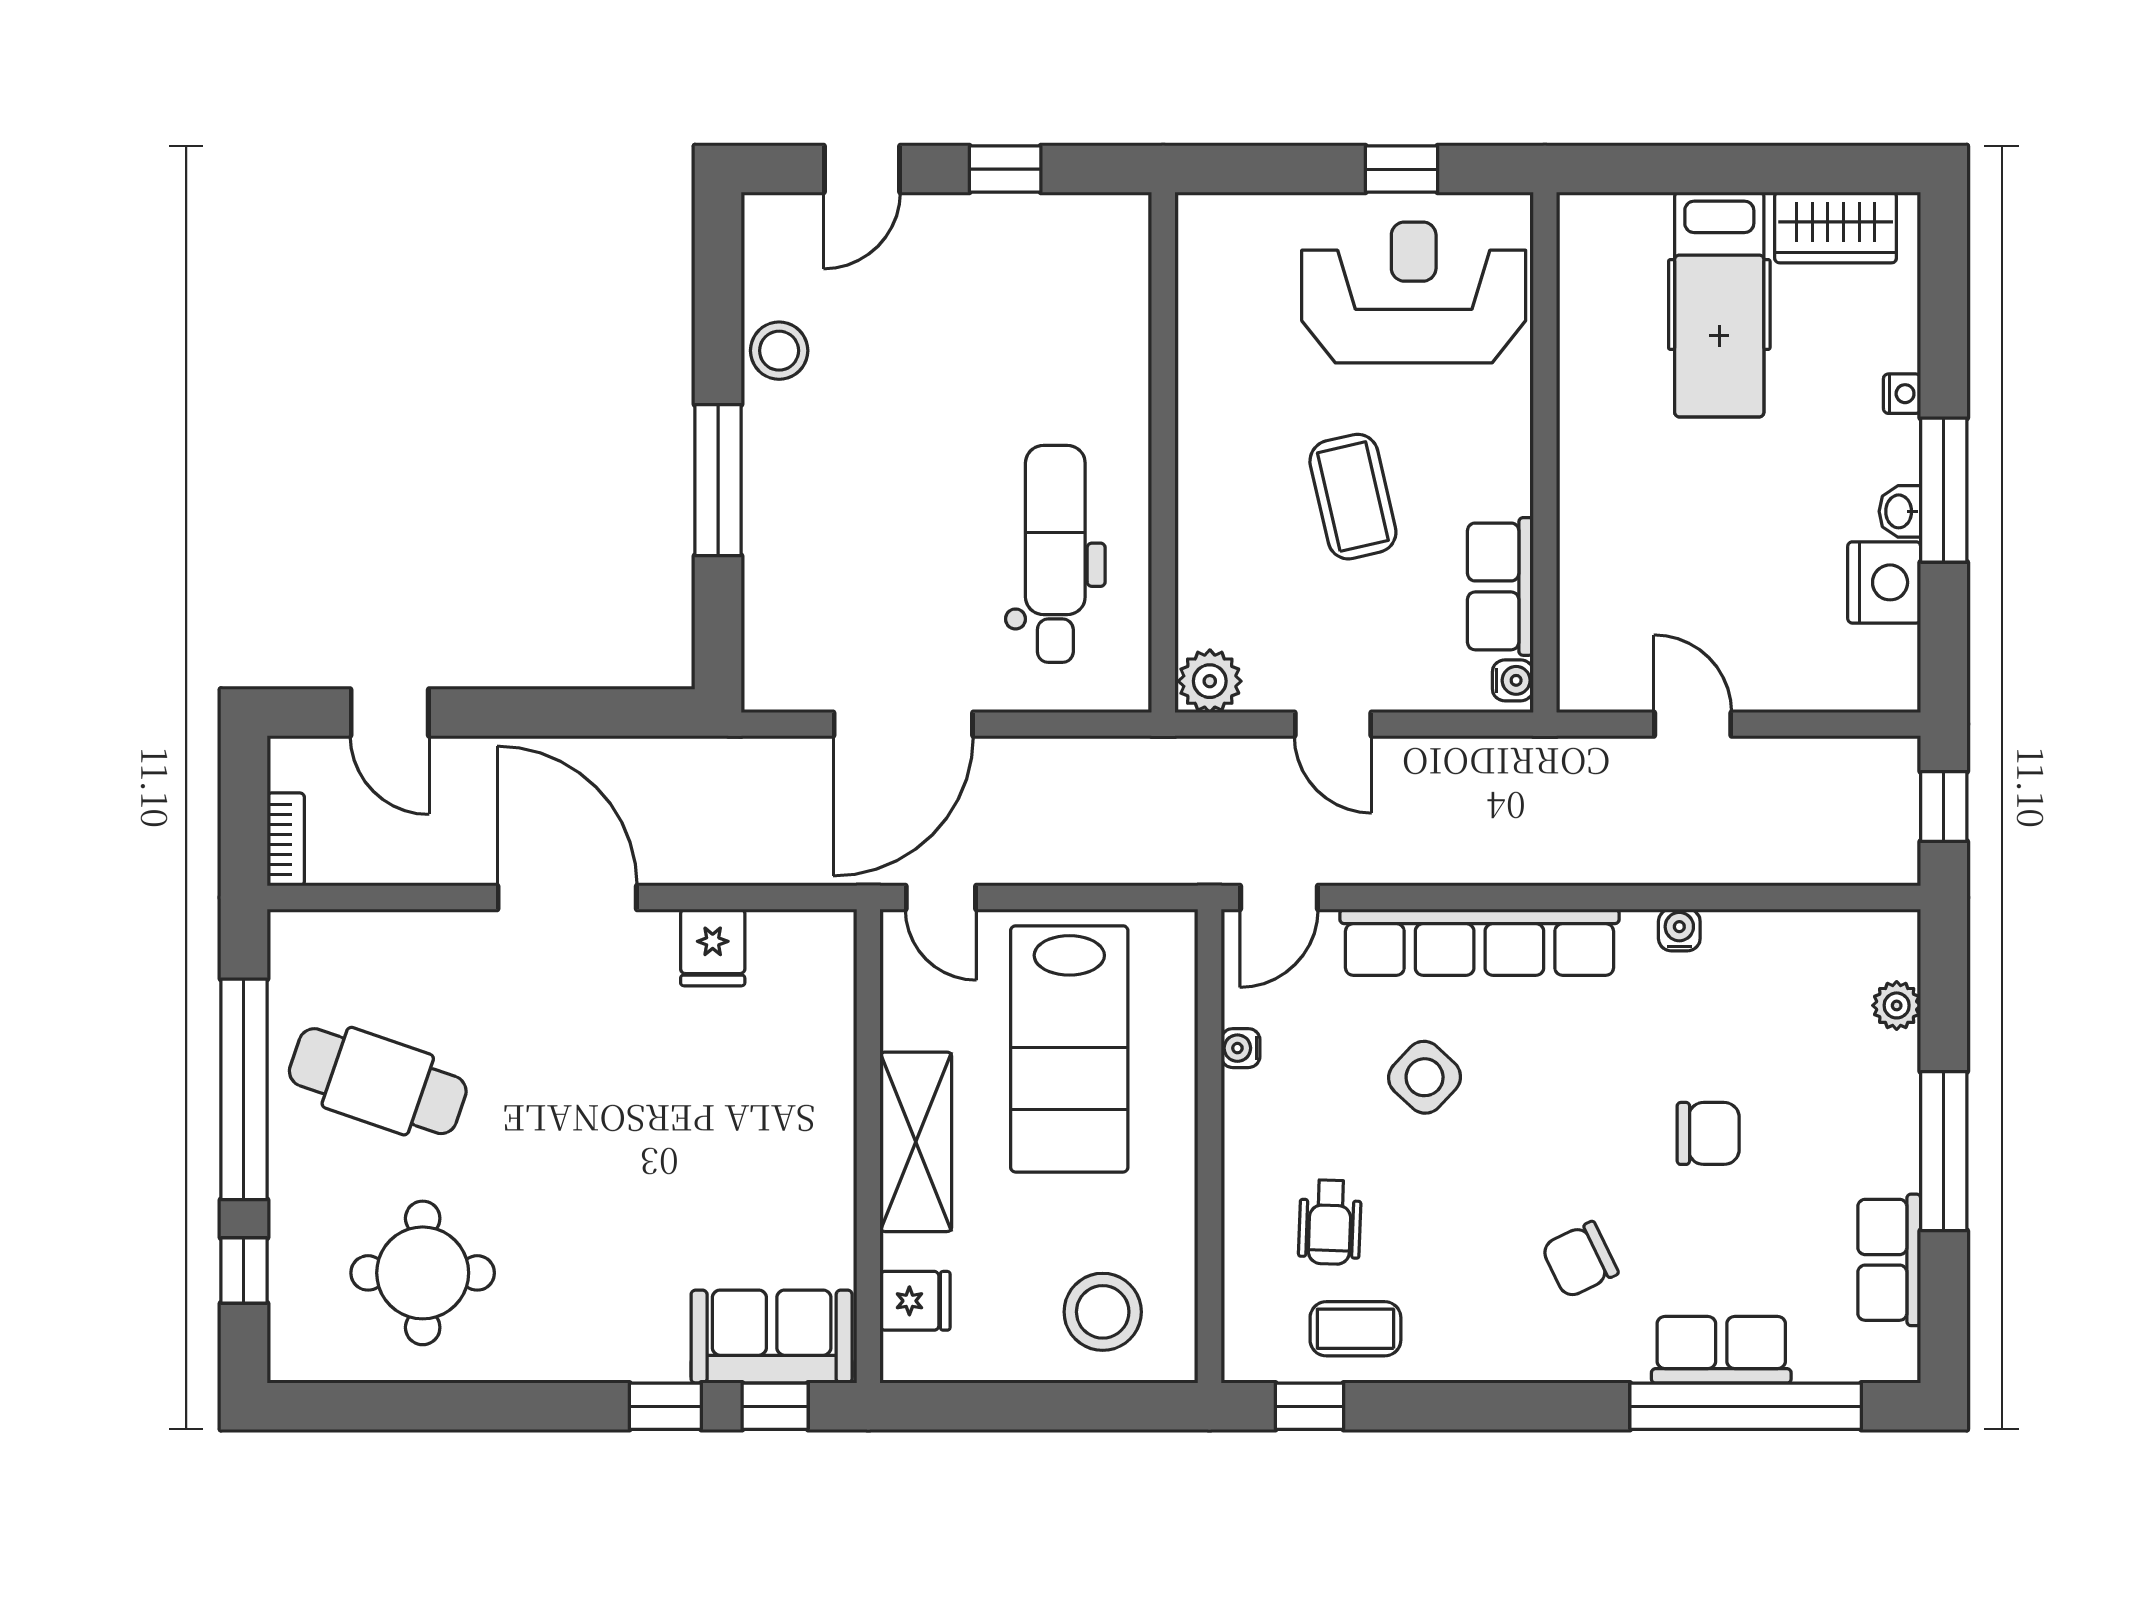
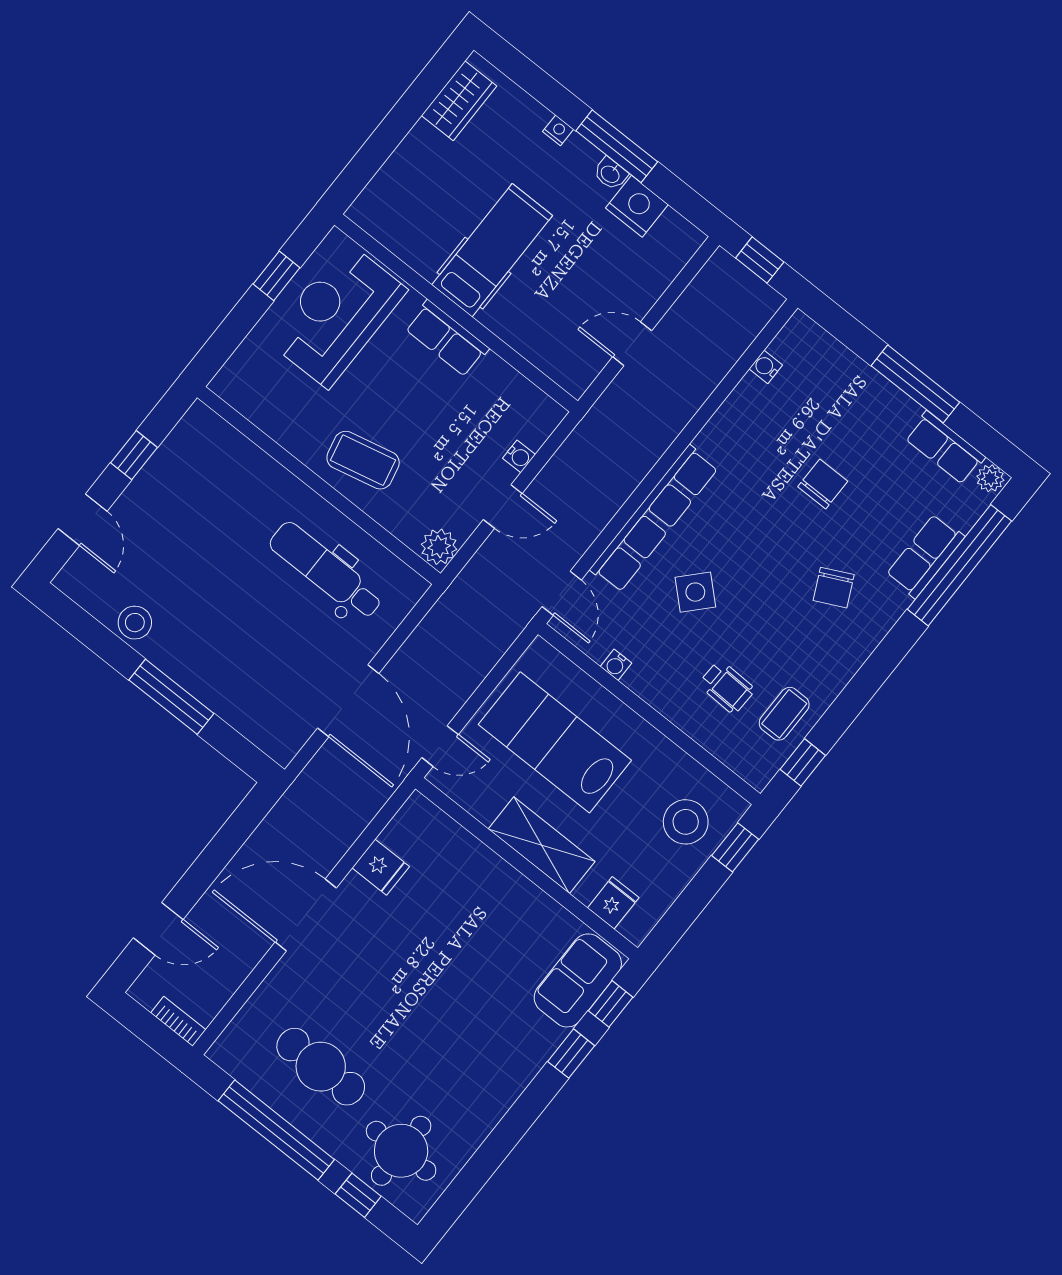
hospital bed: (1719, 304) -> (492, 250), moved, turned -90
coffee table: (1353, 497) -> (363, 460), moved
row of seats: (1500, 586) -> (447, 338), moved
water cooler: (1513, 680) -> (519, 456), moved, turned 90
water cooler: (1679, 930) -> (766, 367), moved
plant: (1897, 1005) -> (990, 478), moved
lab bench: (1069, 1049) -> (555, 742), turned 180
cafe table: (378, 1081) -> (321, 1067), turned 71
round table: (423, 1273) -> (401, 1151), moved
window: (1121, 1406) -> (735, 847), added

